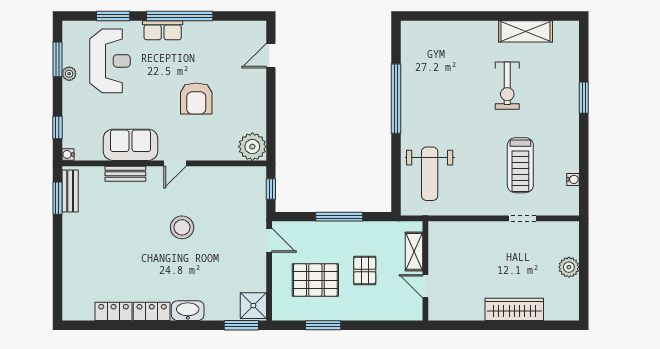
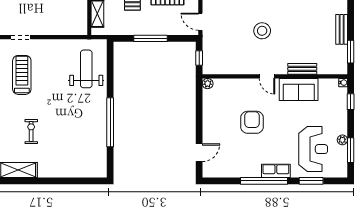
reception desk: (110, 61) -> (313, 149), turned 180
exercise bike: (507, 86) -> (31, 131), width x0.73, depth x0.72
plant: (252, 147) -> (208, 84), width x0.53, depth x0.53
door: (175, 163) -> (267, 76), swing flipped
bench: (70, 191) -> (342, 29), moved

